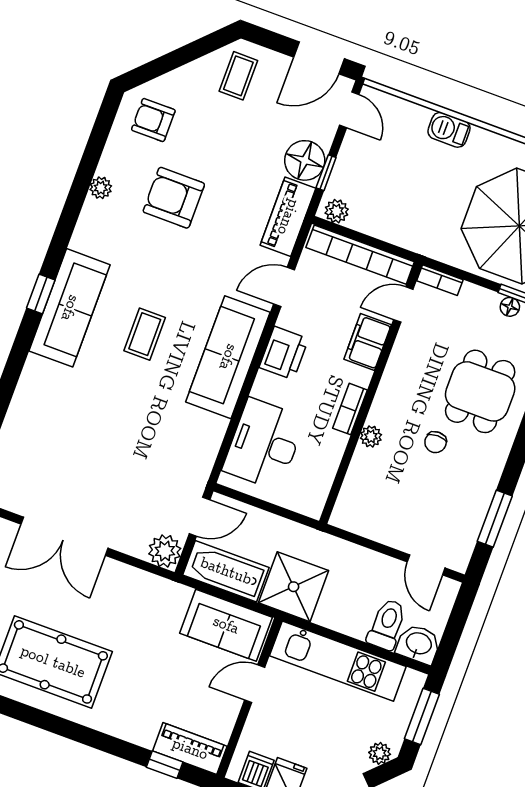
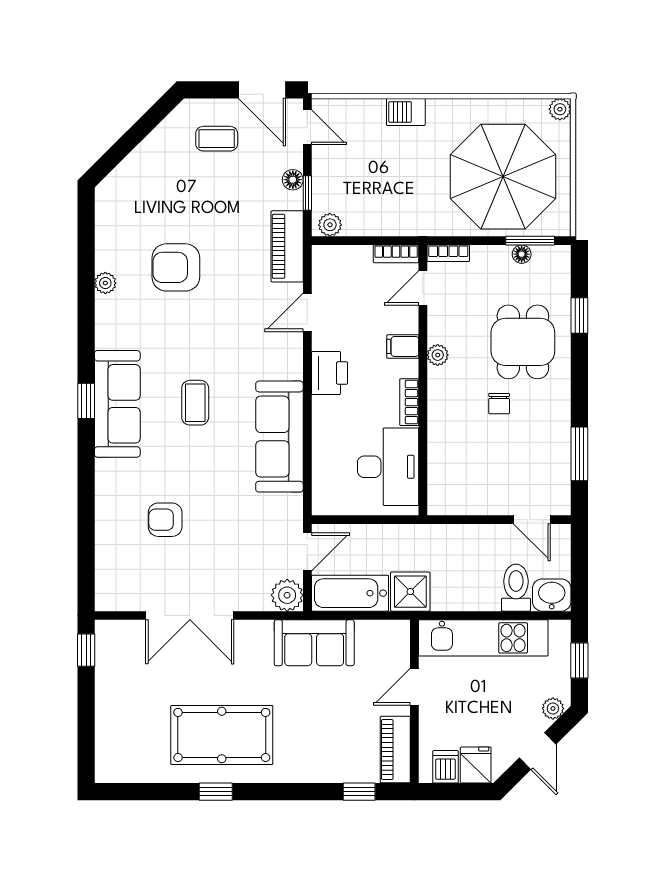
door: (319, 58) -> (262, 90), hinge flipped
coffee table: (238, 76) -> (217, 139), moved, turned 90
armchair: (153, 120) -> (165, 520), moved
floor lamp: (305, 160) -> (293, 180), width x0.53, depth x0.53
bookcase: (360, 255) -> (396, 254), width x0.43, depth x0.76
filing cabinet: (368, 342) -> (403, 346), width x0.50
sofa: (228, 357) -> (279, 437), moved
plant: (371, 436) -> (438, 355), moved
desk: (264, 444) -> (388, 467), moved, turned 180
shower: (294, 587) -> (410, 592), width x0.73, depth x0.73
sofa: (226, 625) -> (314, 643), moved
window: (27, 714) -> (216, 792), added
window: (422, 717) -> (579, 660), width x0.67
piano: (190, 749) -> (395, 750), moved, turned -90

